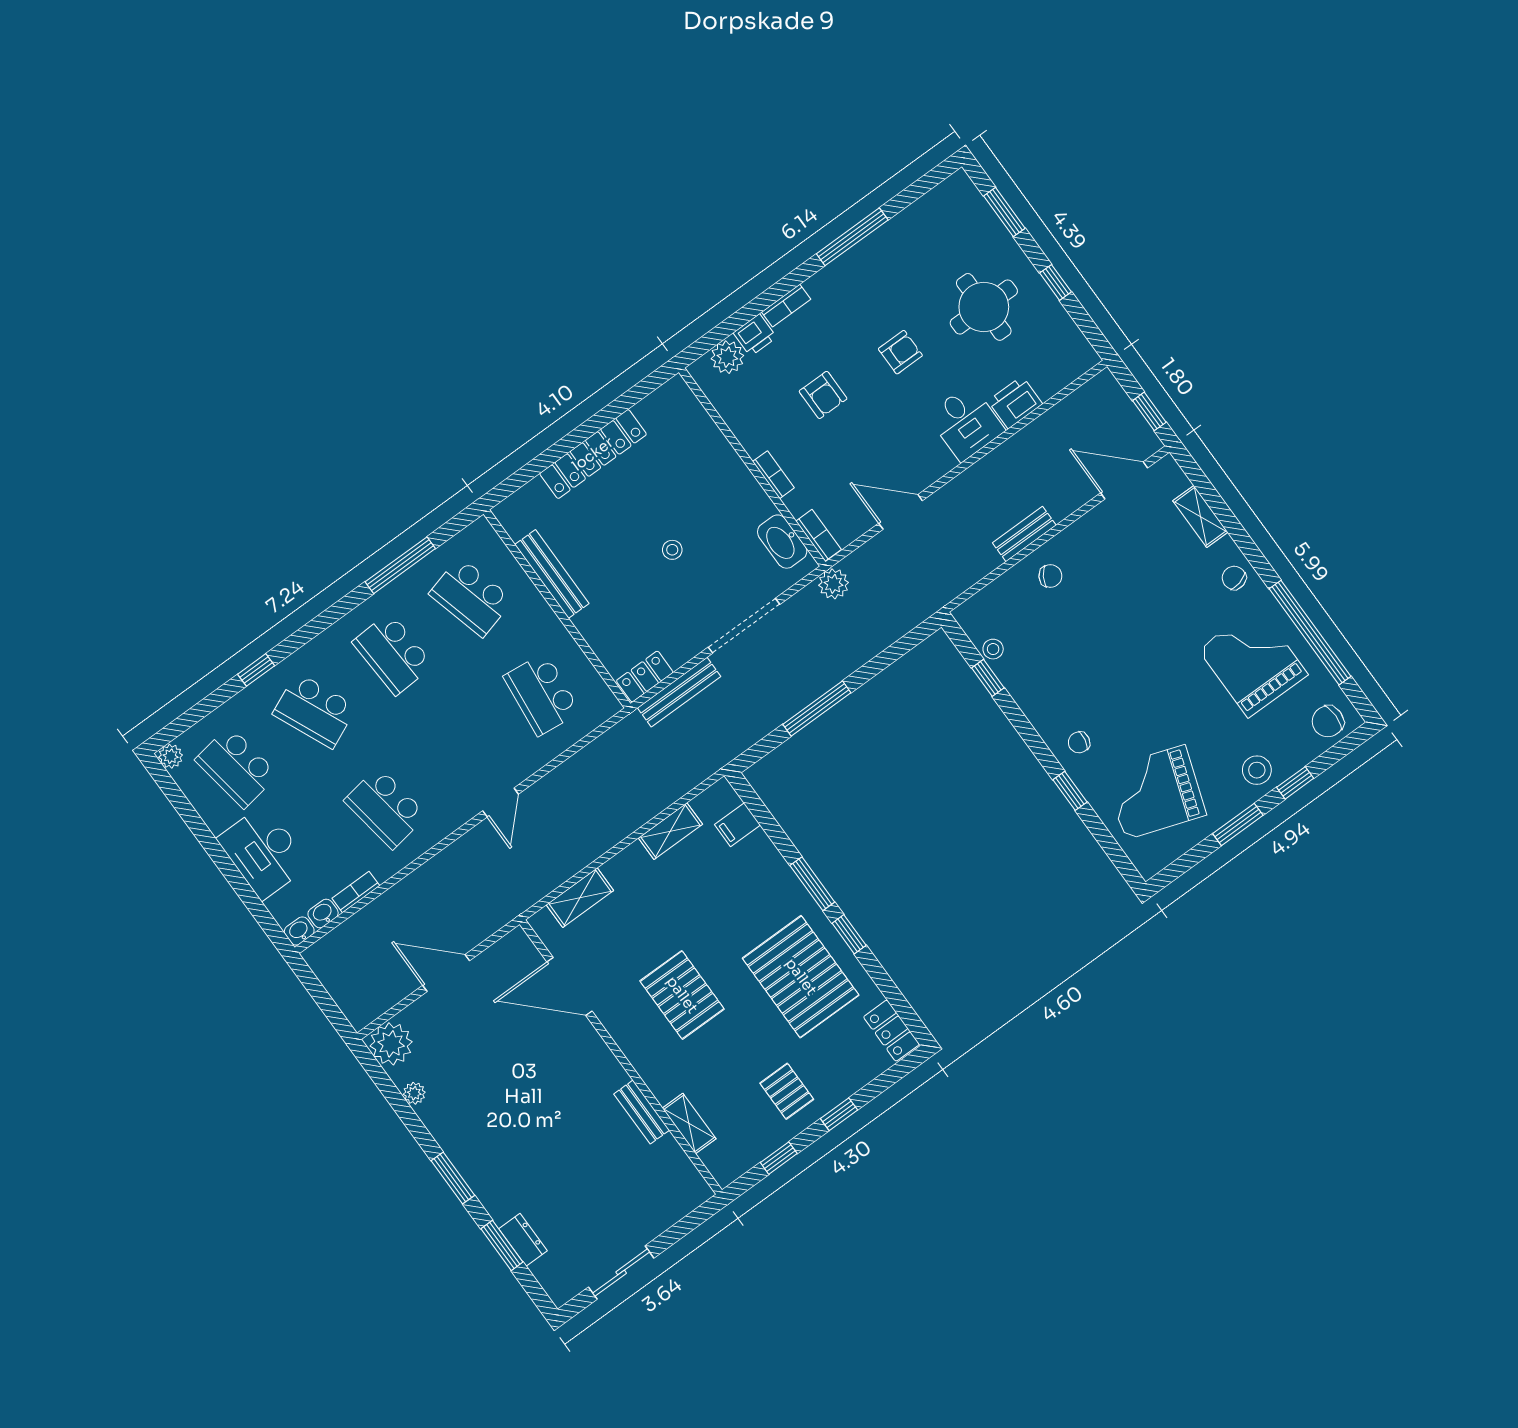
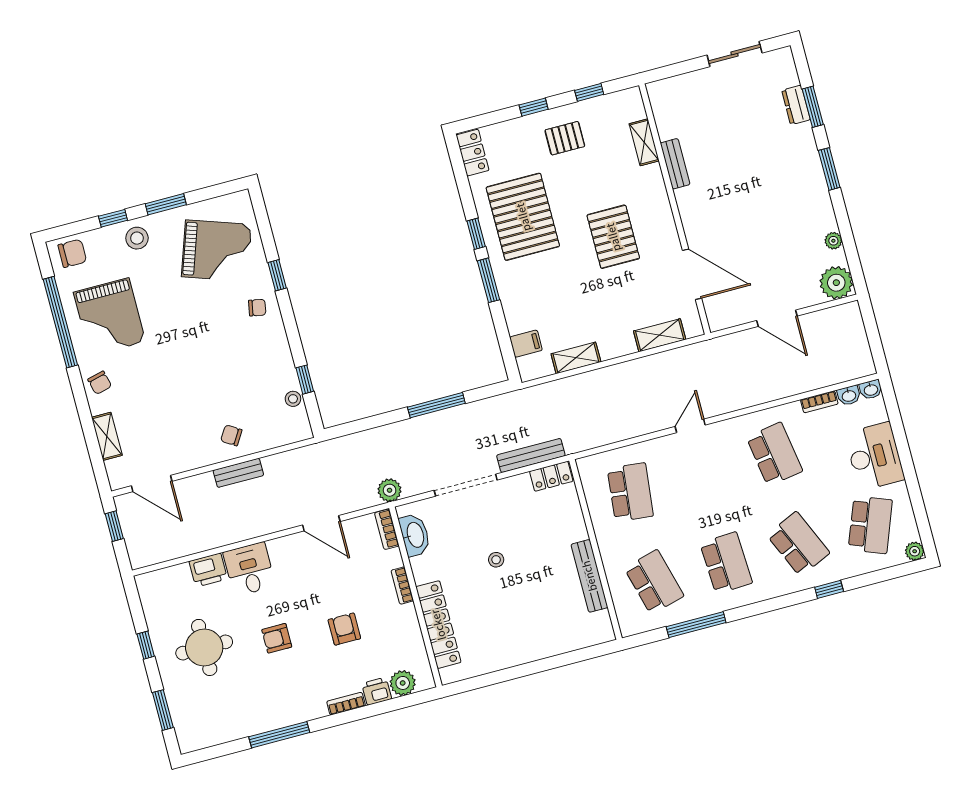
locker: (593, 454) -> (438, 625), moved, turned 90
school desk: (237, 767) -> (870, 525), turned 30
pallet: (787, 1091) -> (565, 138), turned 90

